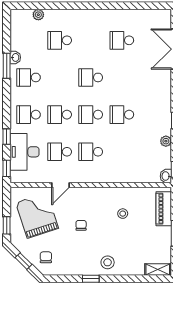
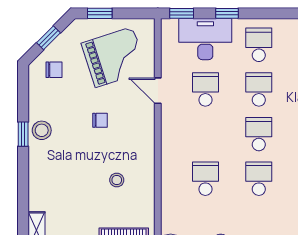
school desk: (91, 152) -> (205, 179), moved
stool: (108, 262) -> (42, 130), moved

